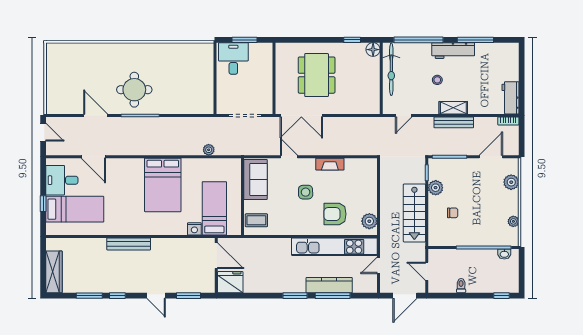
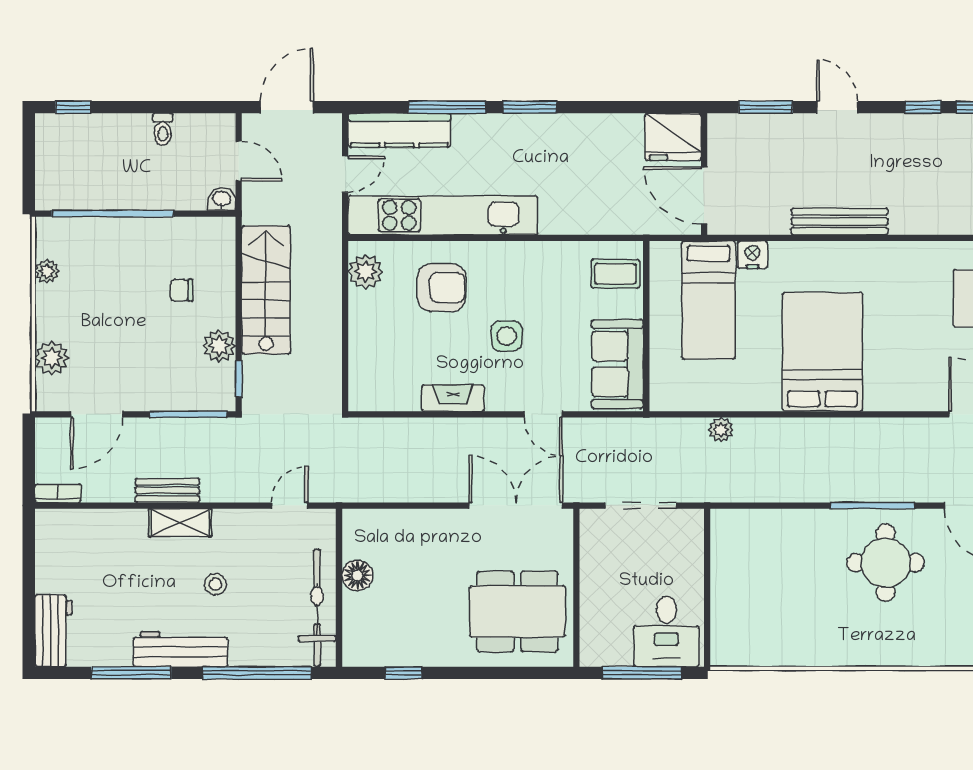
window: (244, 40) -> (642, 673), width x1.44
floor lamp: (373, 50) -> (357, 575), moved
dining table: (317, 75) -> (517, 611), moved, turned 90
workbench: (510, 98) -> (53, 631), moved
bench: (454, 122) -> (167, 490), width x0.73
bench: (129, 244) -> (840, 221), moved
washbasin: (504, 254) -> (222, 199), moved
kitchen counter: (329, 285) -> (399, 130), moved

